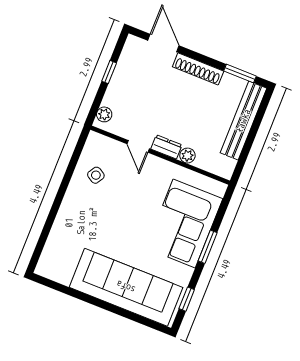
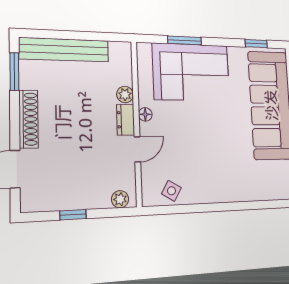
floor lamp: (164, 166) -> (145, 114), added
side table: (96, 175) -> (171, 191), moved
window: (208, 247) -> (185, 40), moved

